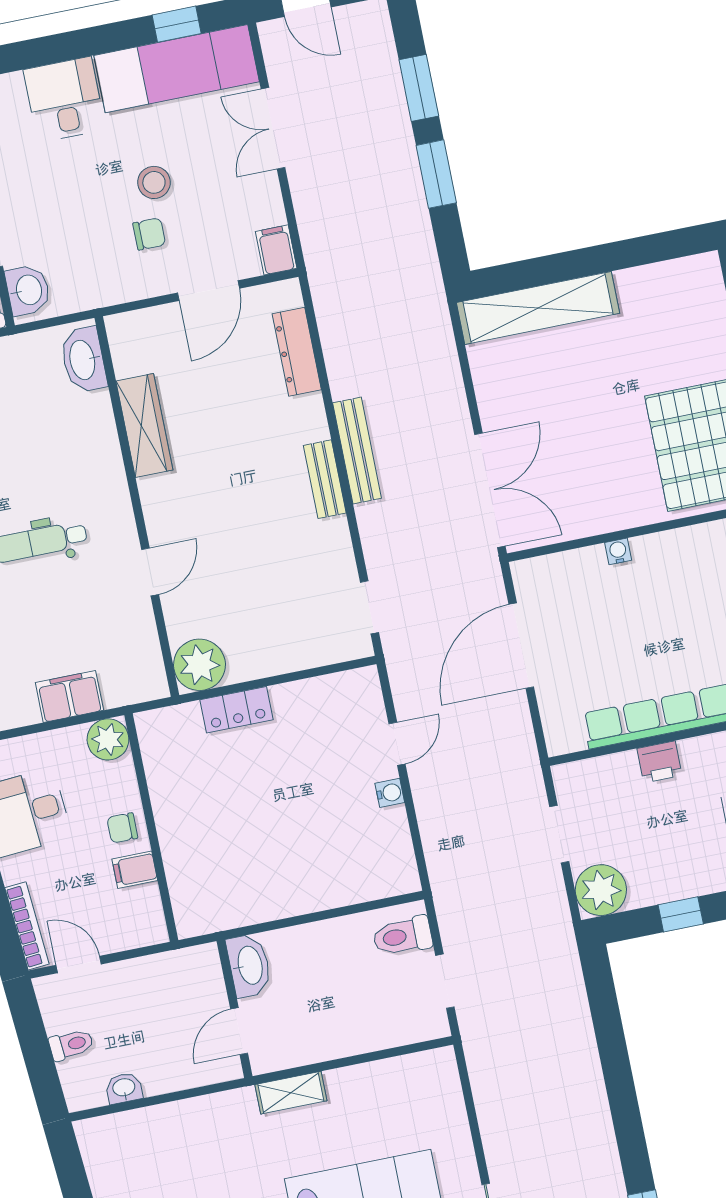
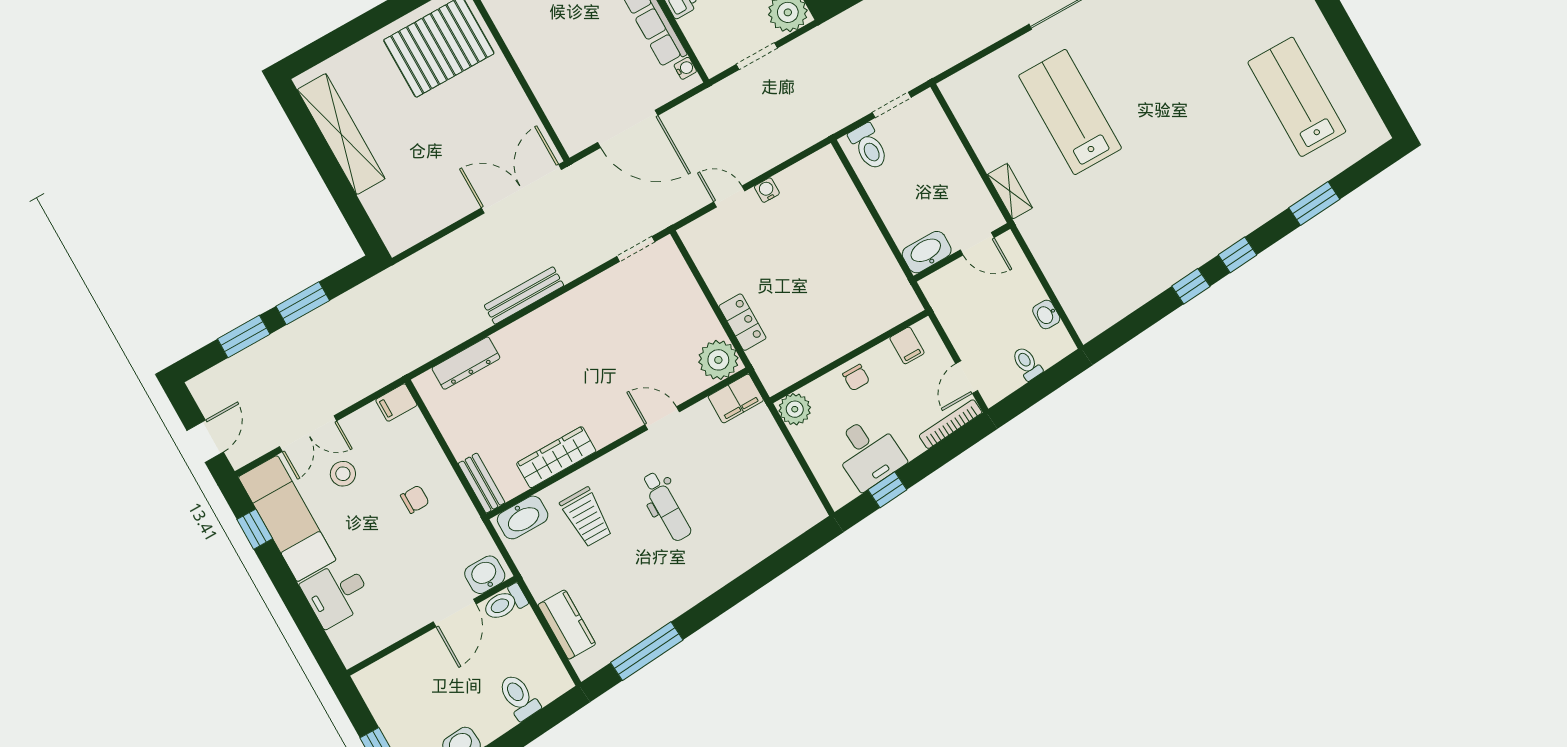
stool: (154, 182) -> (343, 474), moved
chair: (149, 234) -> (415, 499), turned 90
door: (209, 291) -> (442, 442), removed
shelving: (538, 308) -> (341, 134), moved
trolley: (58, 439) -> (586, 517), added
bench: (325, 479) -> (482, 483), moved, turned 90
water cooler: (618, 551) -> (685, 68), moved, turned 180
filing cabinet: (69, 696) -> (736, 398), moved, turned -90
filing cabinet: (135, 870) -> (907, 345), moved

